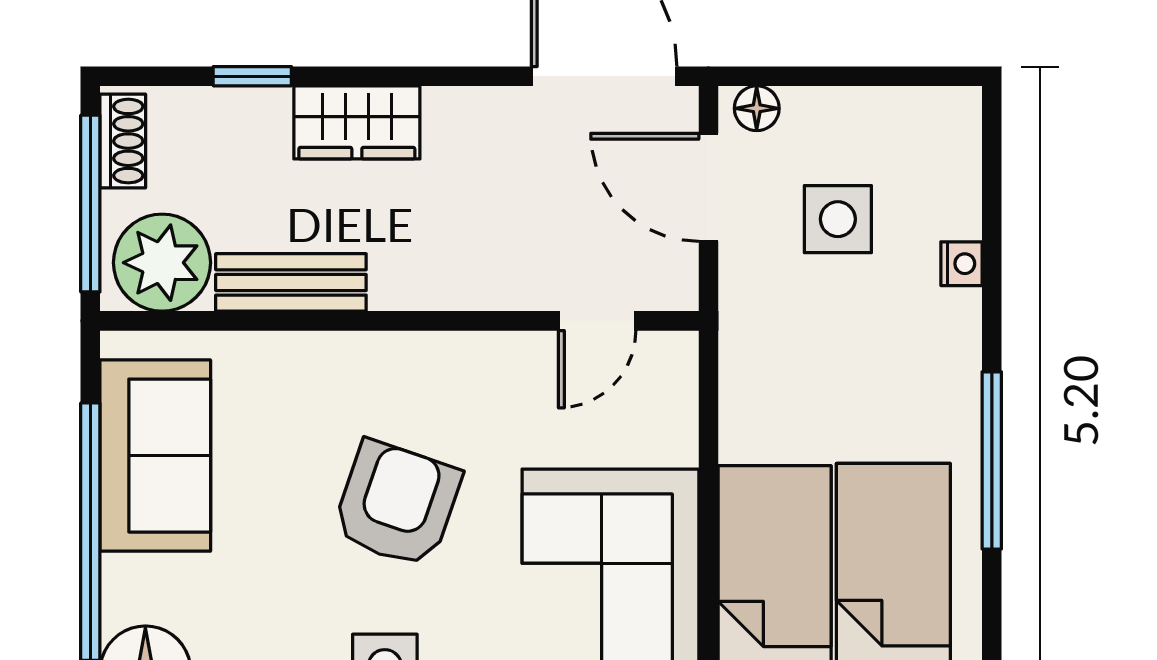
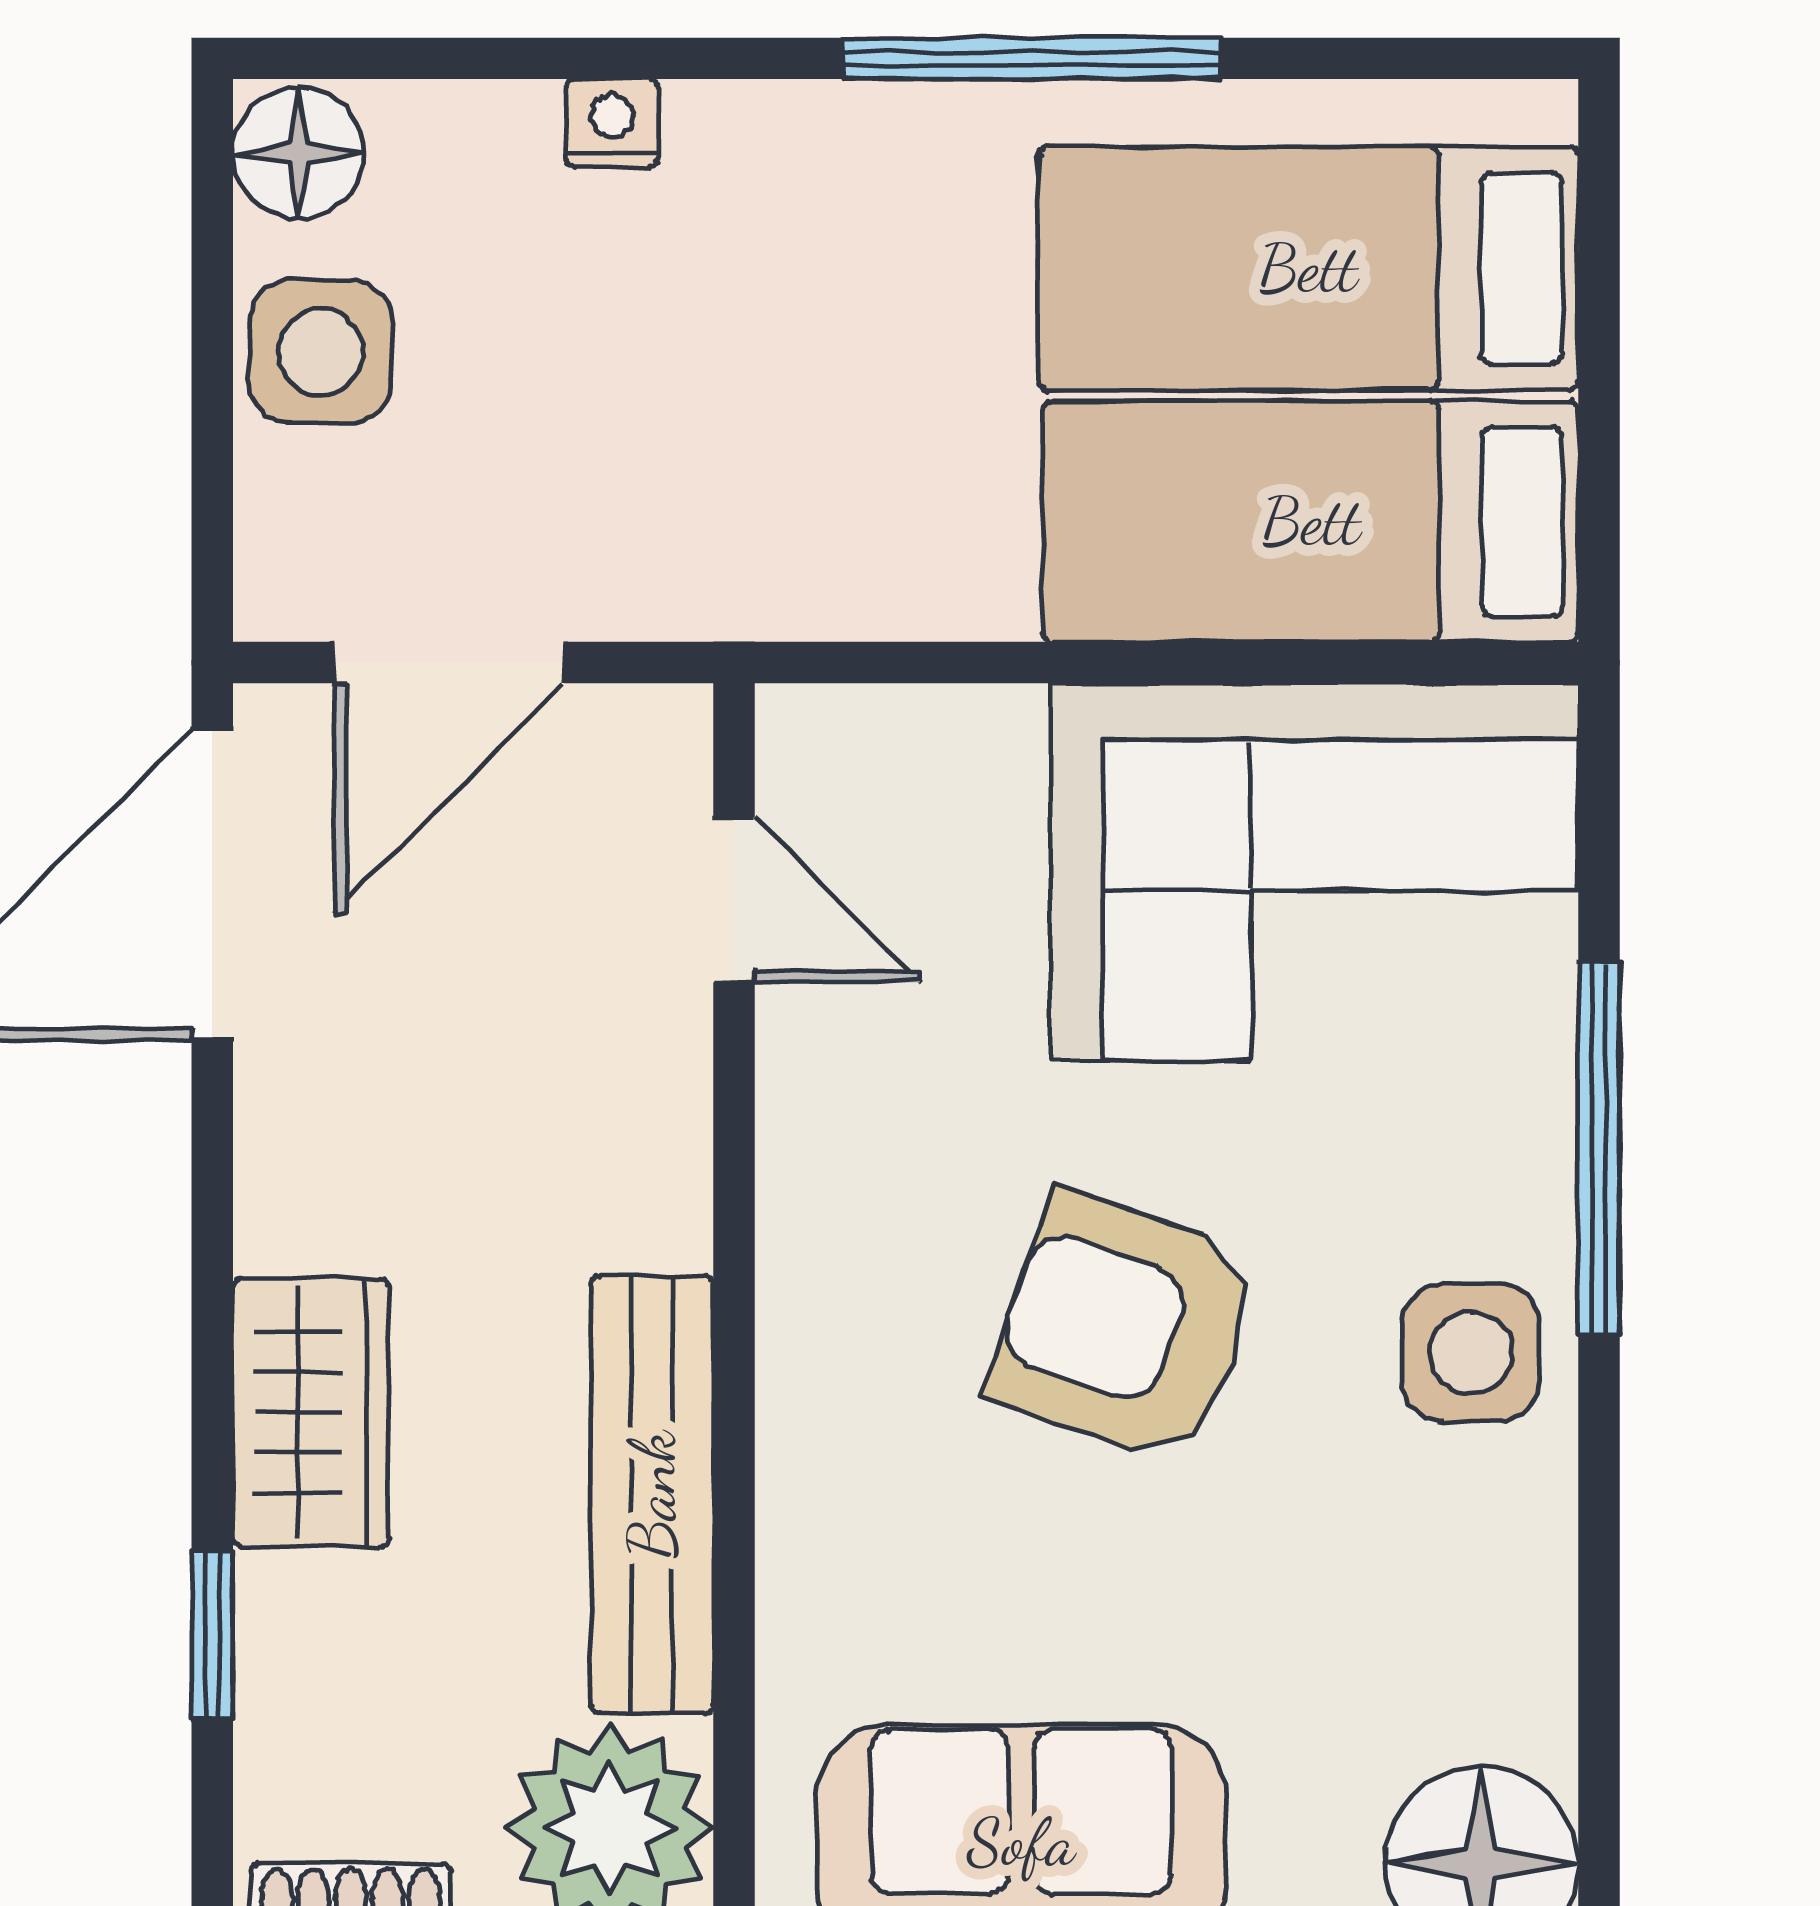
floor lamp: (757, 108) -> (298, 153), moved, width x1.37, depth x1.37
side table: (838, 219) -> (321, 351), moved
bench: (291, 282) -> (652, 1495), width x1.36

